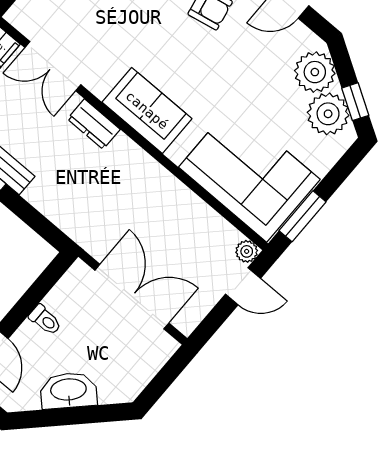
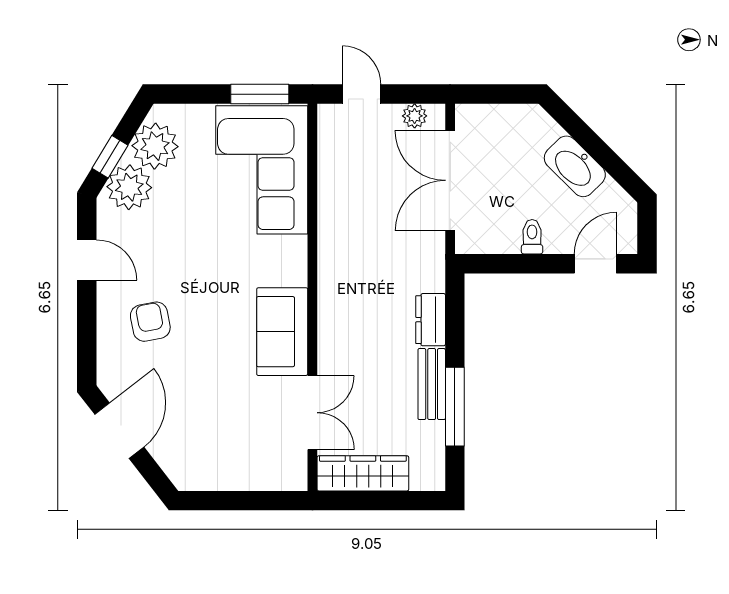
window: (355, 102) -> (110, 157), moved
sofa: (147, 110) -> (282, 332), moved
dresser: (94, 124) -> (431, 320), moved, turned 180
plant: (247, 251) -> (415, 116), moved

